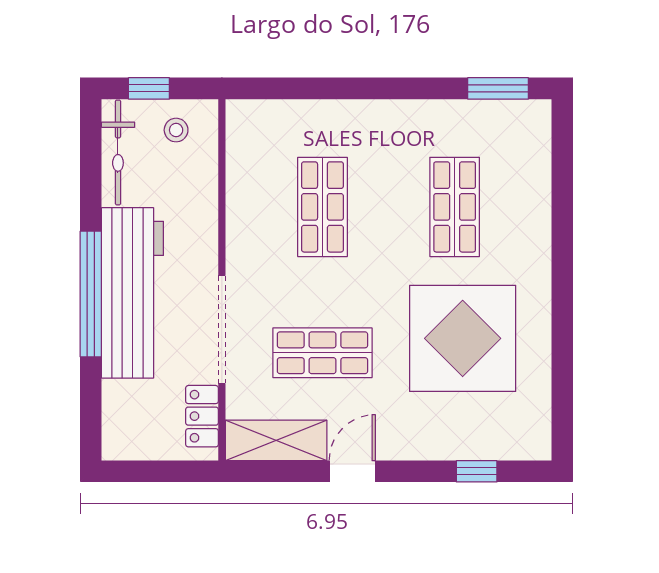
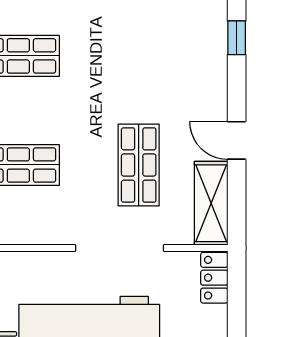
display table: (463, 338) -> (127, 49), removed
locker: (202, 416) -> (214, 278), moved, turned 90

